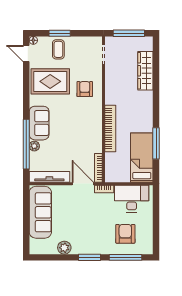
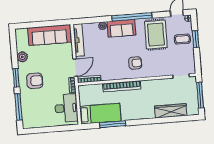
armchair: (85, 89) -> (135, 63), moved
window: (26, 144) -> (132, 17), moved
armchair: (125, 234) -> (35, 81), moved

